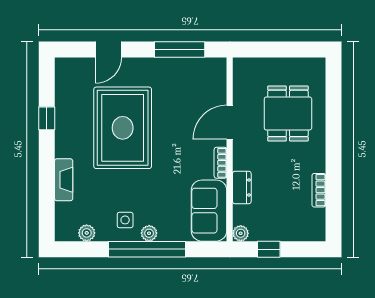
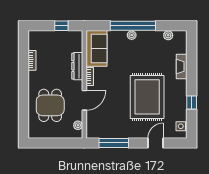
dresser: (242, 187) -> (77, 66), width x1.44
side table: (125, 220) -> (181, 126), moved
plant: (241, 233) -> (78, 125), moved

